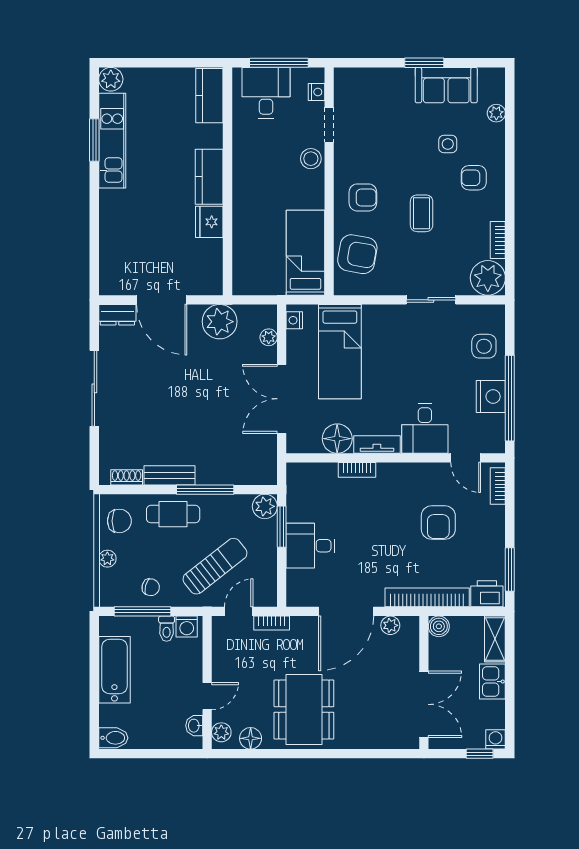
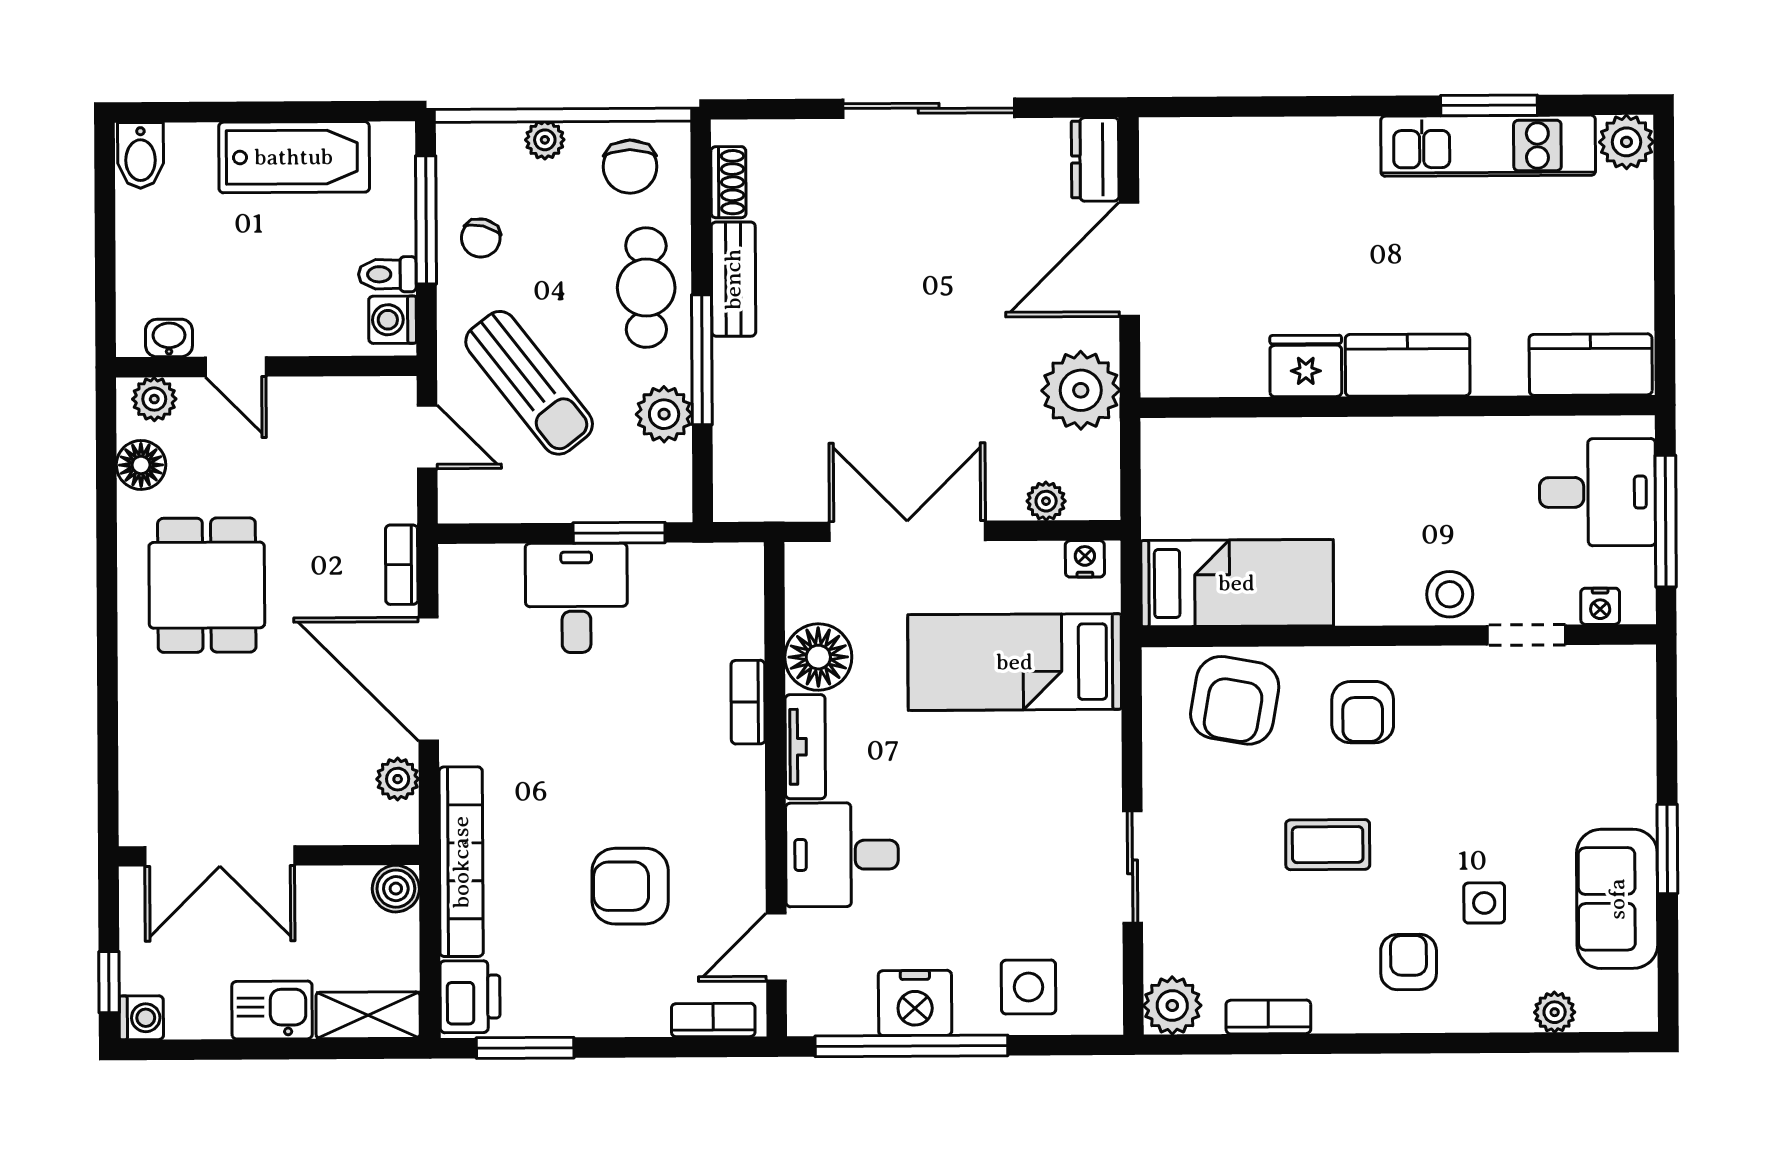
plant: (488, 278) -> (1172, 1006), width x0.73, depth x0.73
plant: (265, 506) -> (664, 414), moved
bookcase: (272, 623) -> (402, 565), moved
dining table: (304, 709) -> (207, 585), width x0.73

